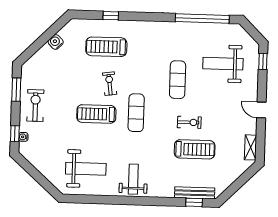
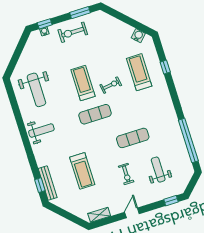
water cooler: (56, 42) -> (138, 36), moved
weight bench: (223, 64) -> (158, 170), width x0.73, depth x0.75
exercise bike: (35, 105) -> (73, 32), turned 180
exercise bike: (189, 122) -> (126, 174), moved

